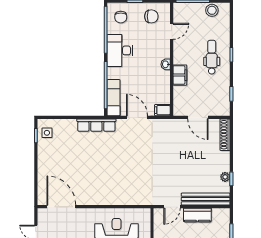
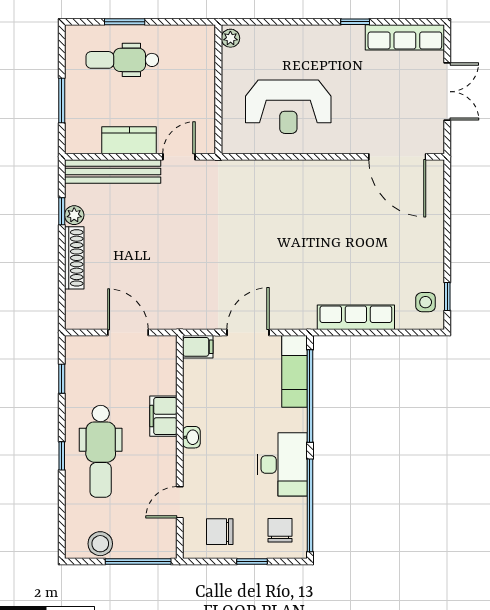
dental chair: (212, 57) -> (101, 451), width x1.36, depth x1.38
door: (137, 117) -> (248, 333), swing flipped
row of seats: (96, 125) -> (356, 317), moved
shoe rack: (225, 135) -> (74, 258), moved

